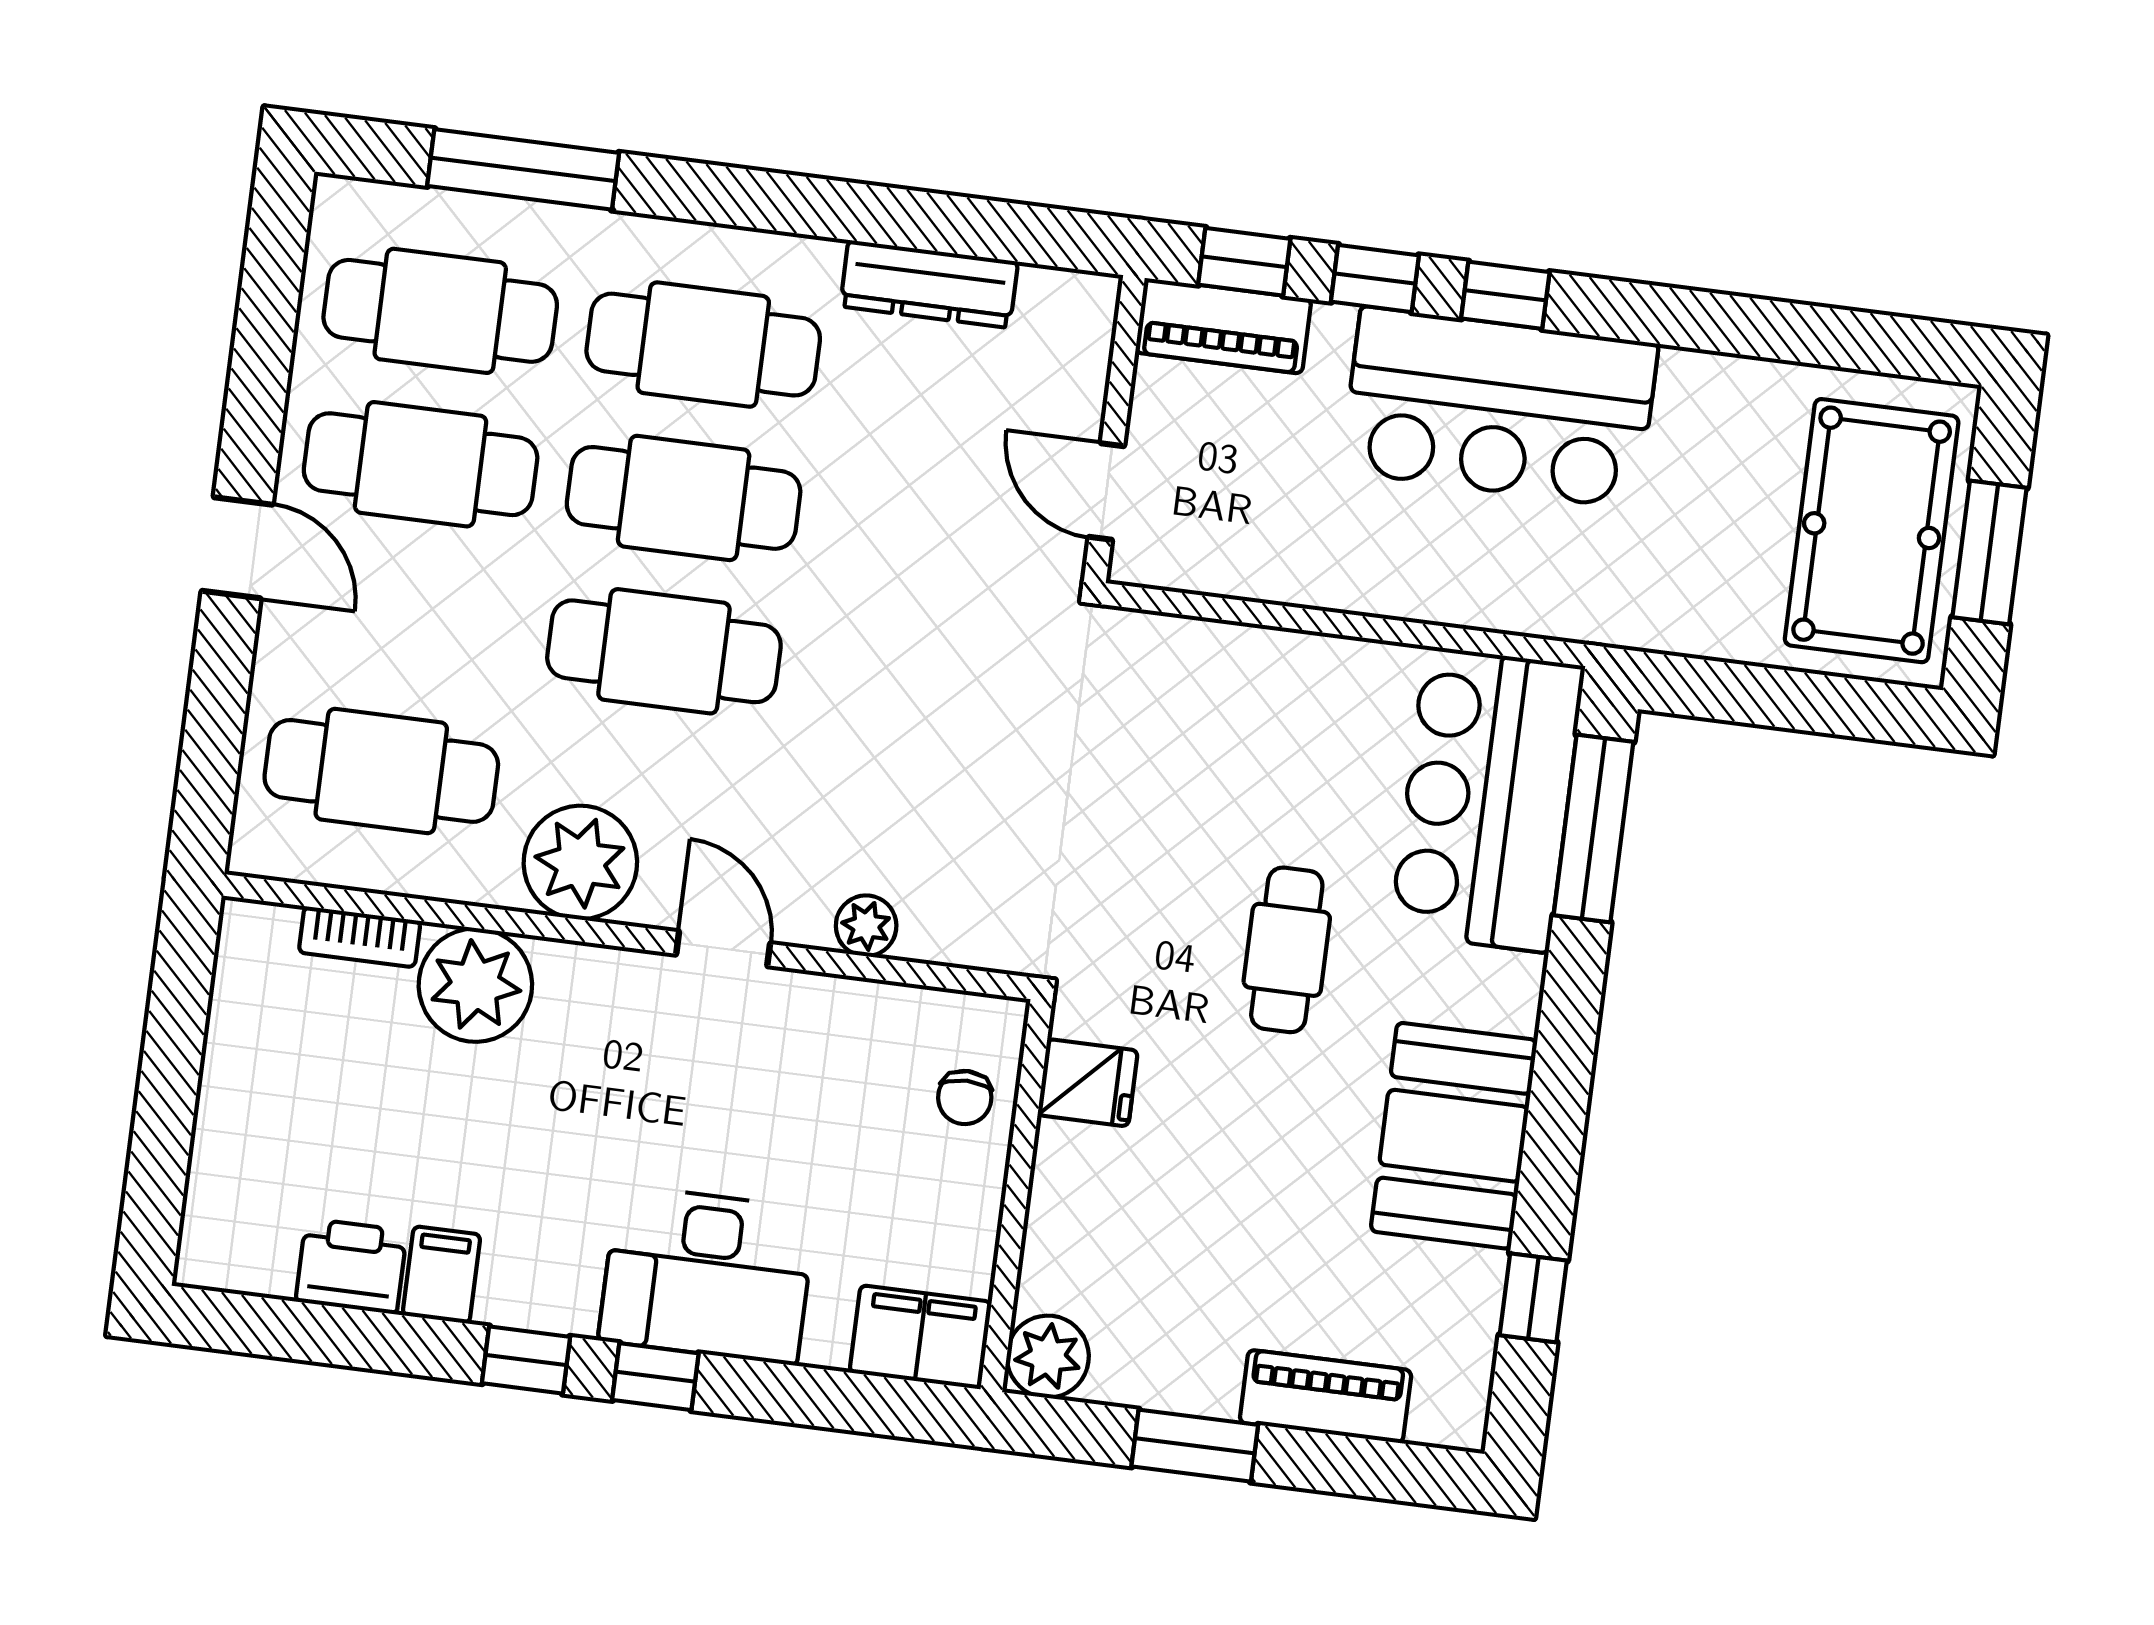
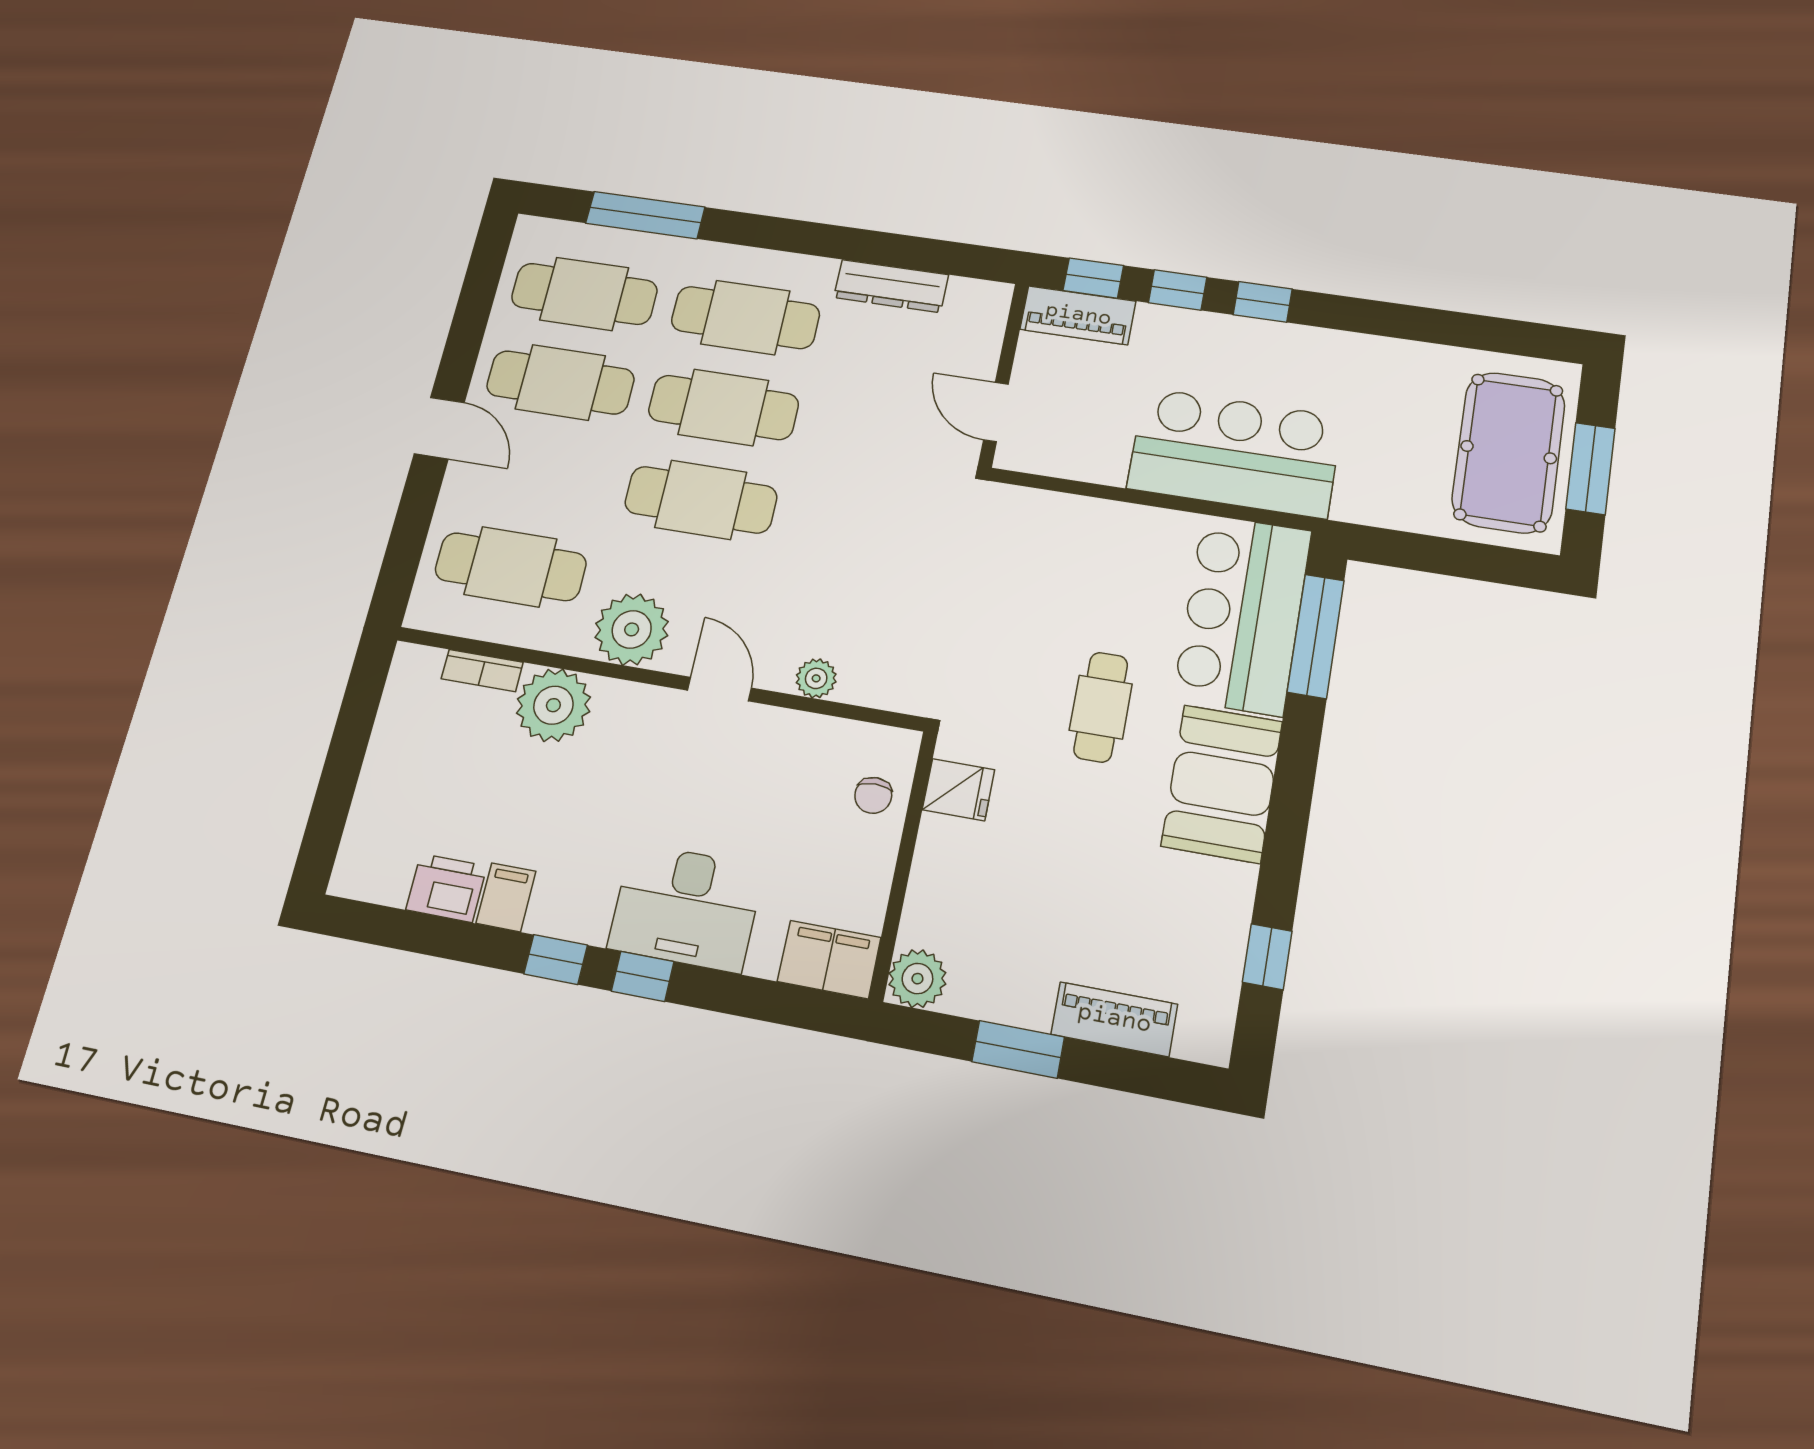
bar counter: (1499, 407) -> (1235, 453), moved, turned 180
booth: (1454, 1136) -> (1222, 784), moved

